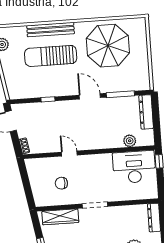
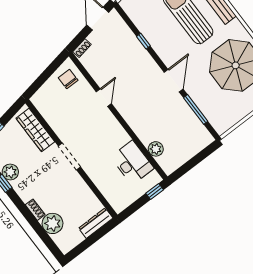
dresser: (146, 112) -> (195, 146), removed
desk: (134, 167) -> (132, 163), width x0.73, depth x0.77
chair: (61, 183) -> (68, 79), moved

